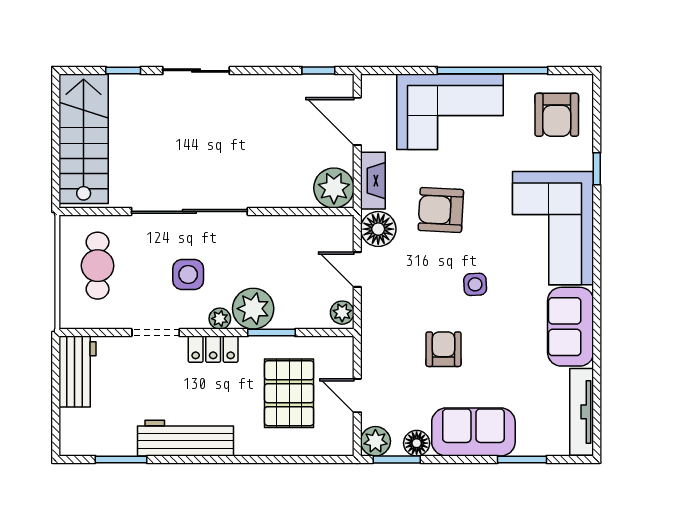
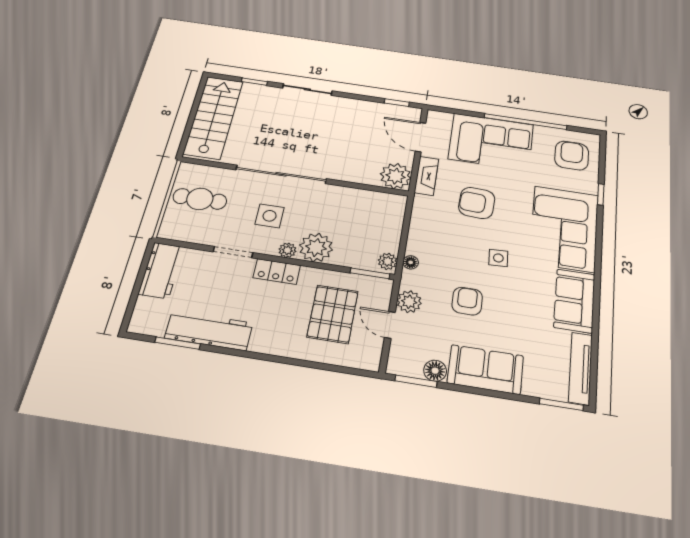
armchair: (557, 115) -> (572, 156), turned 180
floor lamp: (378, 229) -> (411, 262), moved, width x0.53, depth x0.53
cafe table: (98, 266) -> (200, 199), turned 90
door: (357, 269) -> (405, 233), removed
window: (271, 333) -> (370, 273), moved
workbench: (185, 438) -> (209, 330), moved
plant: (375, 441) -> (409, 302), moved
window: (522, 459) -> (561, 404), moved

